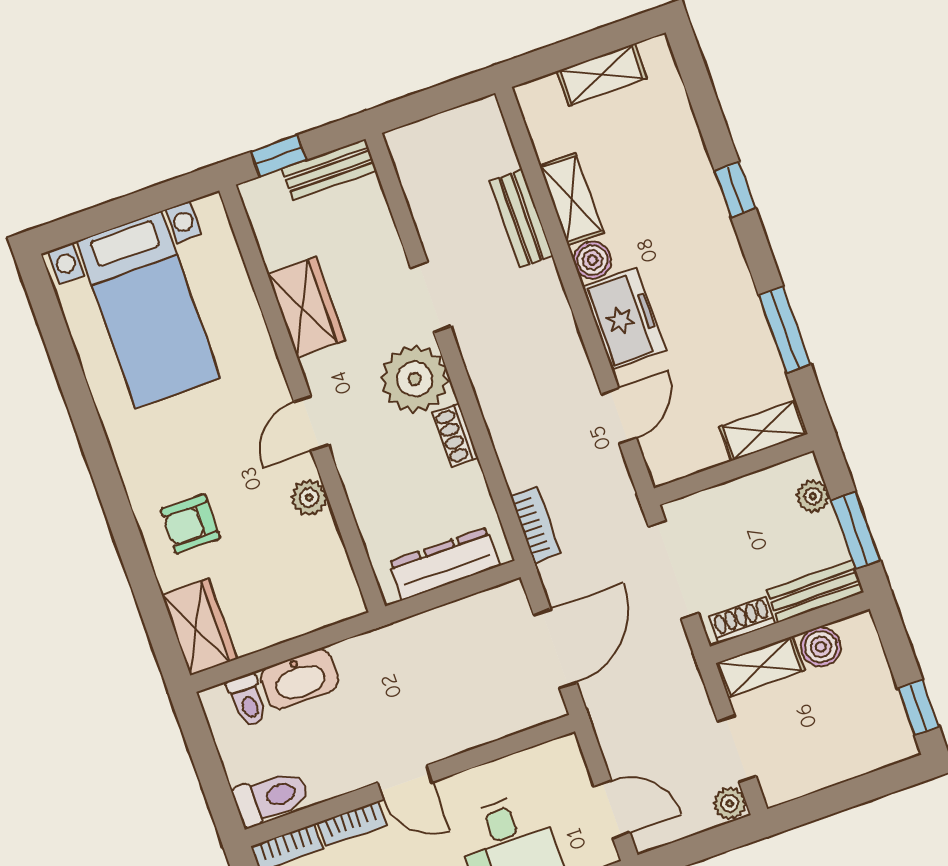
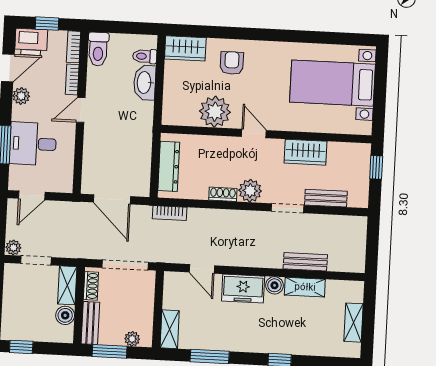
bench: (329, 170) -> (326, 198), moved, turned 90
plant: (415, 379) -> (250, 191), width x0.73, depth x0.73
plant: (309, 498) -> (215, 112), width x1.87, depth x1.87

